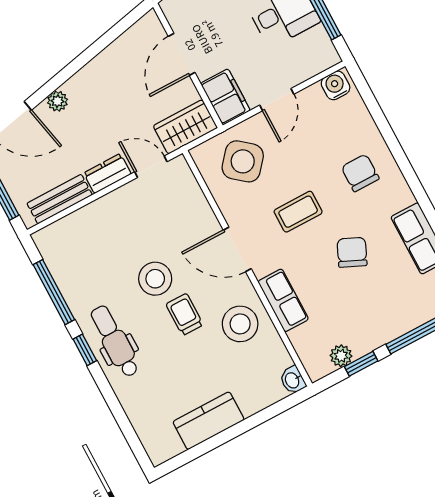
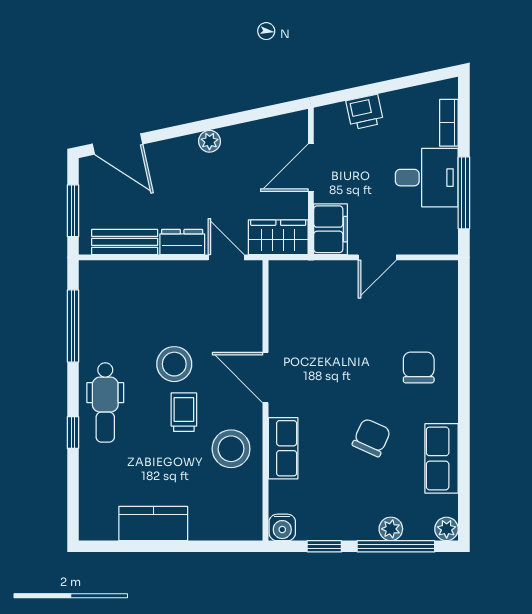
water cooler: (336, 85) -> (282, 527), moved, turned 180
plant: (58, 101) -> (210, 141), moved
side table: (243, 161) -> (315, 298), removed
coffee table: (298, 212) -> (341, 373), removed
dental chair: (115, 341) -> (105, 403), turned 180
window: (85, 350) -> (73, 432), moved
plant: (341, 356) -> (391, 529), moved
washbasin: (293, 380) -> (252, 527), removed

